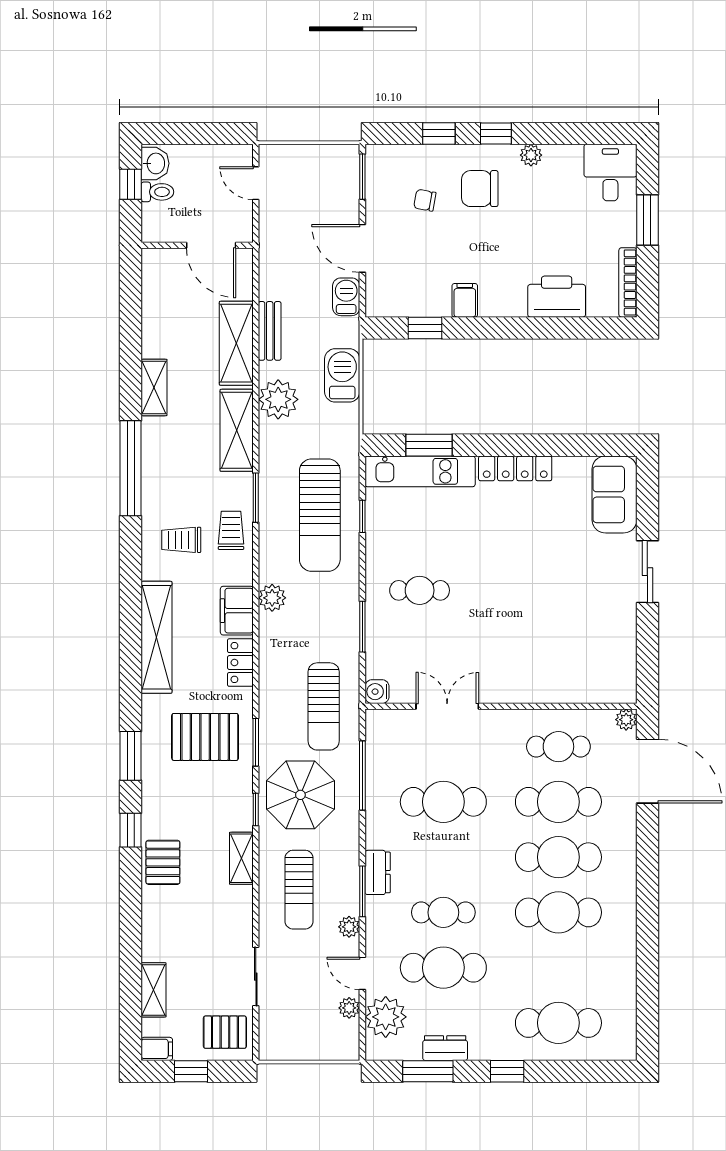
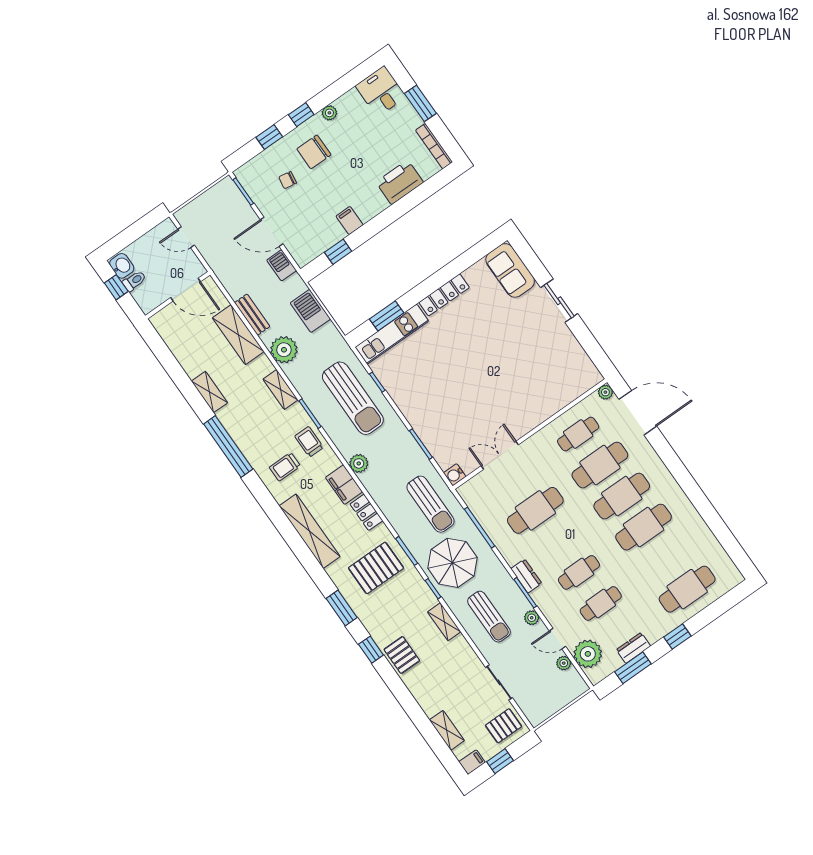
shelving: (237, 430) -> (281, 390), width x0.67, depth x0.75
cafe table: (420, 590) -> (439, 401), removed
cafe table: (443, 968) -> (601, 603), width x0.73, depth x0.74

